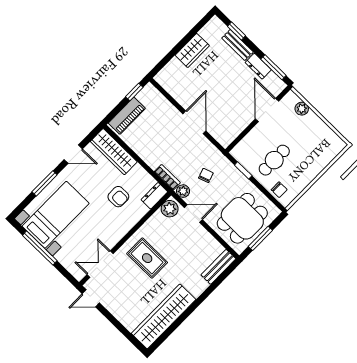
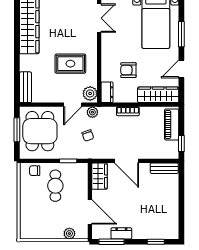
bench: (238, 45) -> (164, 168), moved
wardrobe: (192, 50) -> (99, 176), moved, turned 180
bookcase: (167, 177) -> (128, 111), moved
rug: (147, 258) -> (70, 64), moved

